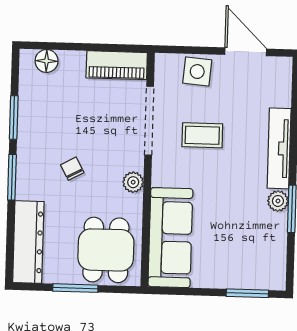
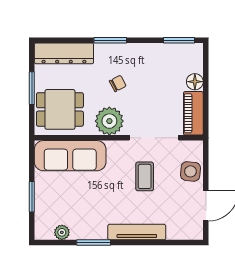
floor lamp: (47, 61) -> (195, 82), moved
window: (14, 117) -> (179, 40), moved
plant: (133, 182) -> (109, 121), width x1.87, depth x1.87
plant: (278, 201) -> (62, 232), moved
window: (247, 293) -> (32, 197), moved

